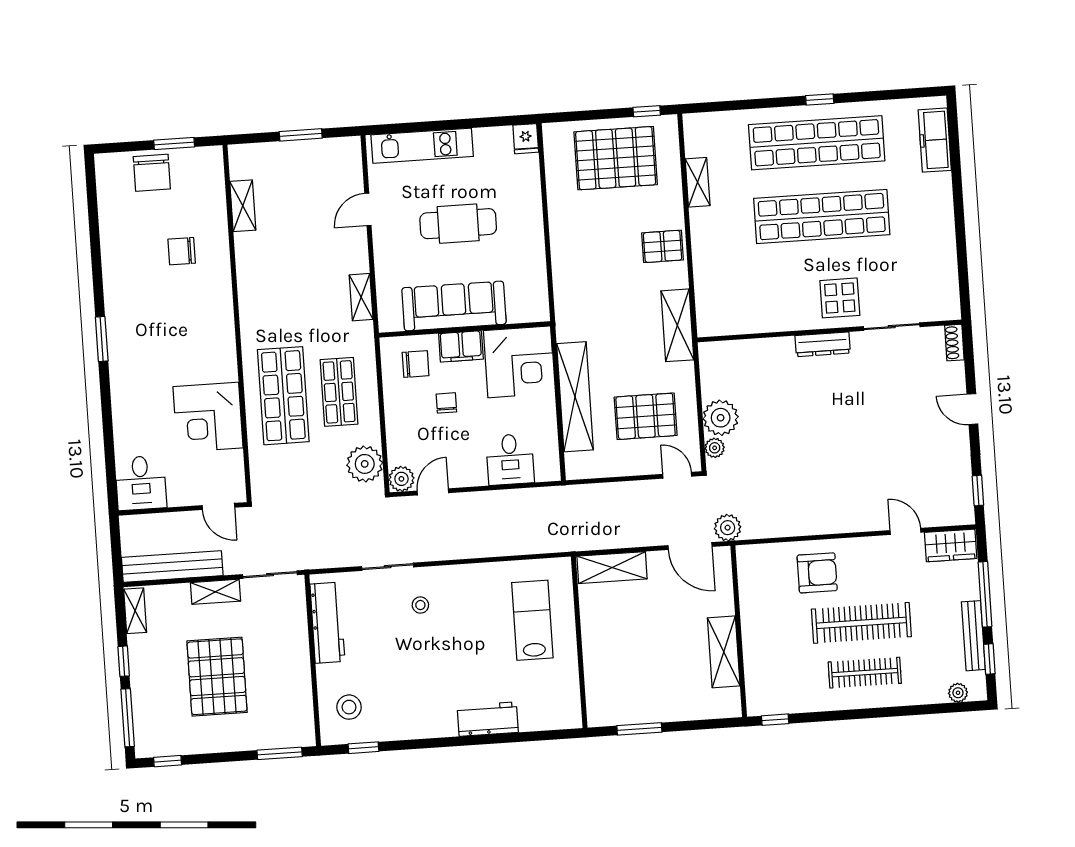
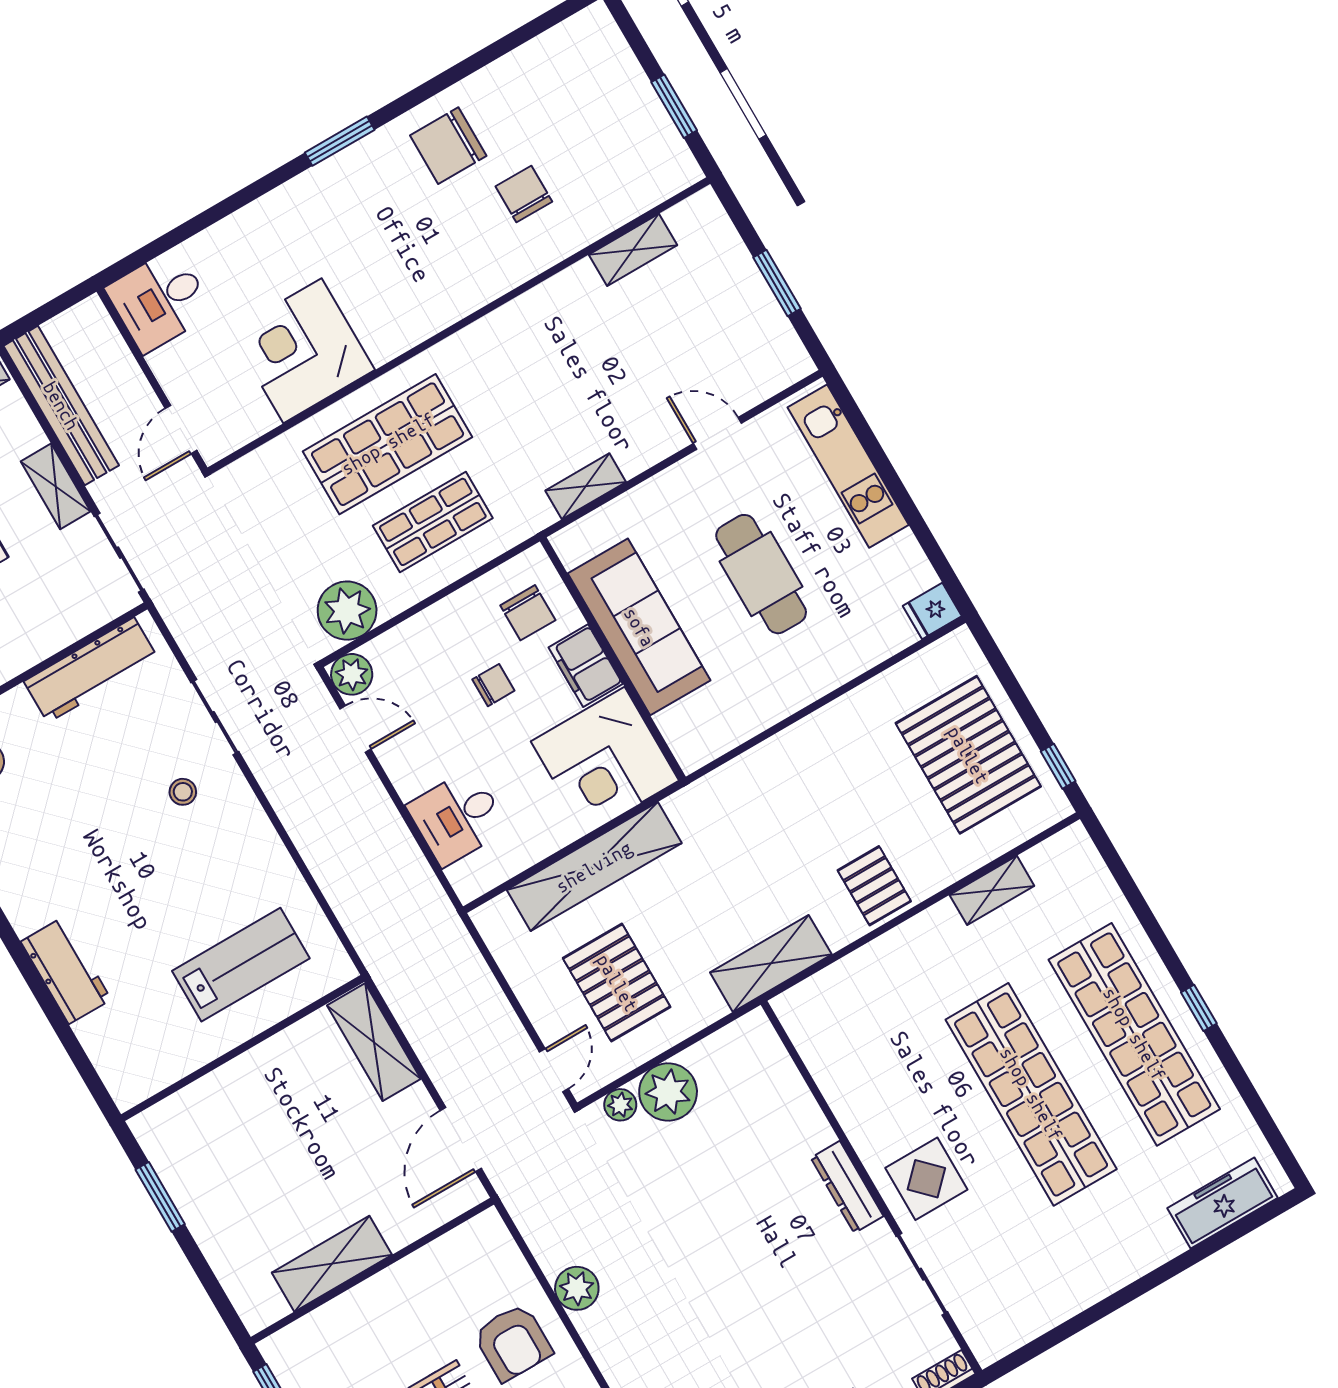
chair: (152, 173) -> (448, 146), moved
plant: (728, 528) -> (577, 1288), moved

